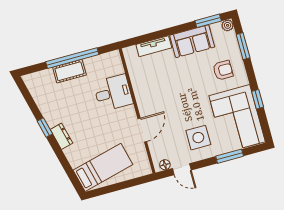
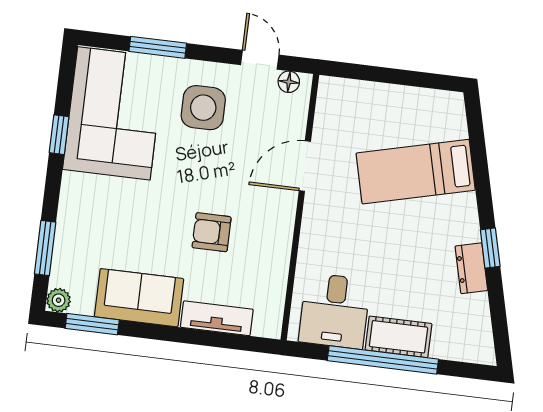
armchair: (223, 70) -> (212, 232), moved
desk: (113, 93) -> (335, 311), moved, turned -90
dresser: (61, 136) -> (471, 268), moved
bed: (103, 167) -> (416, 172), moved

